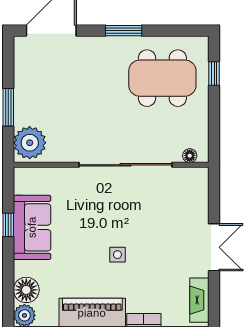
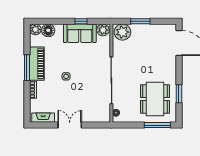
window: (124, 31) -> (179, 94), moved
window: (214, 74) -> (157, 125), width x2.17
plant: (25, 181) -> (103, 30), added
double door: (214, 247) -> (70, 125), swing flipped

